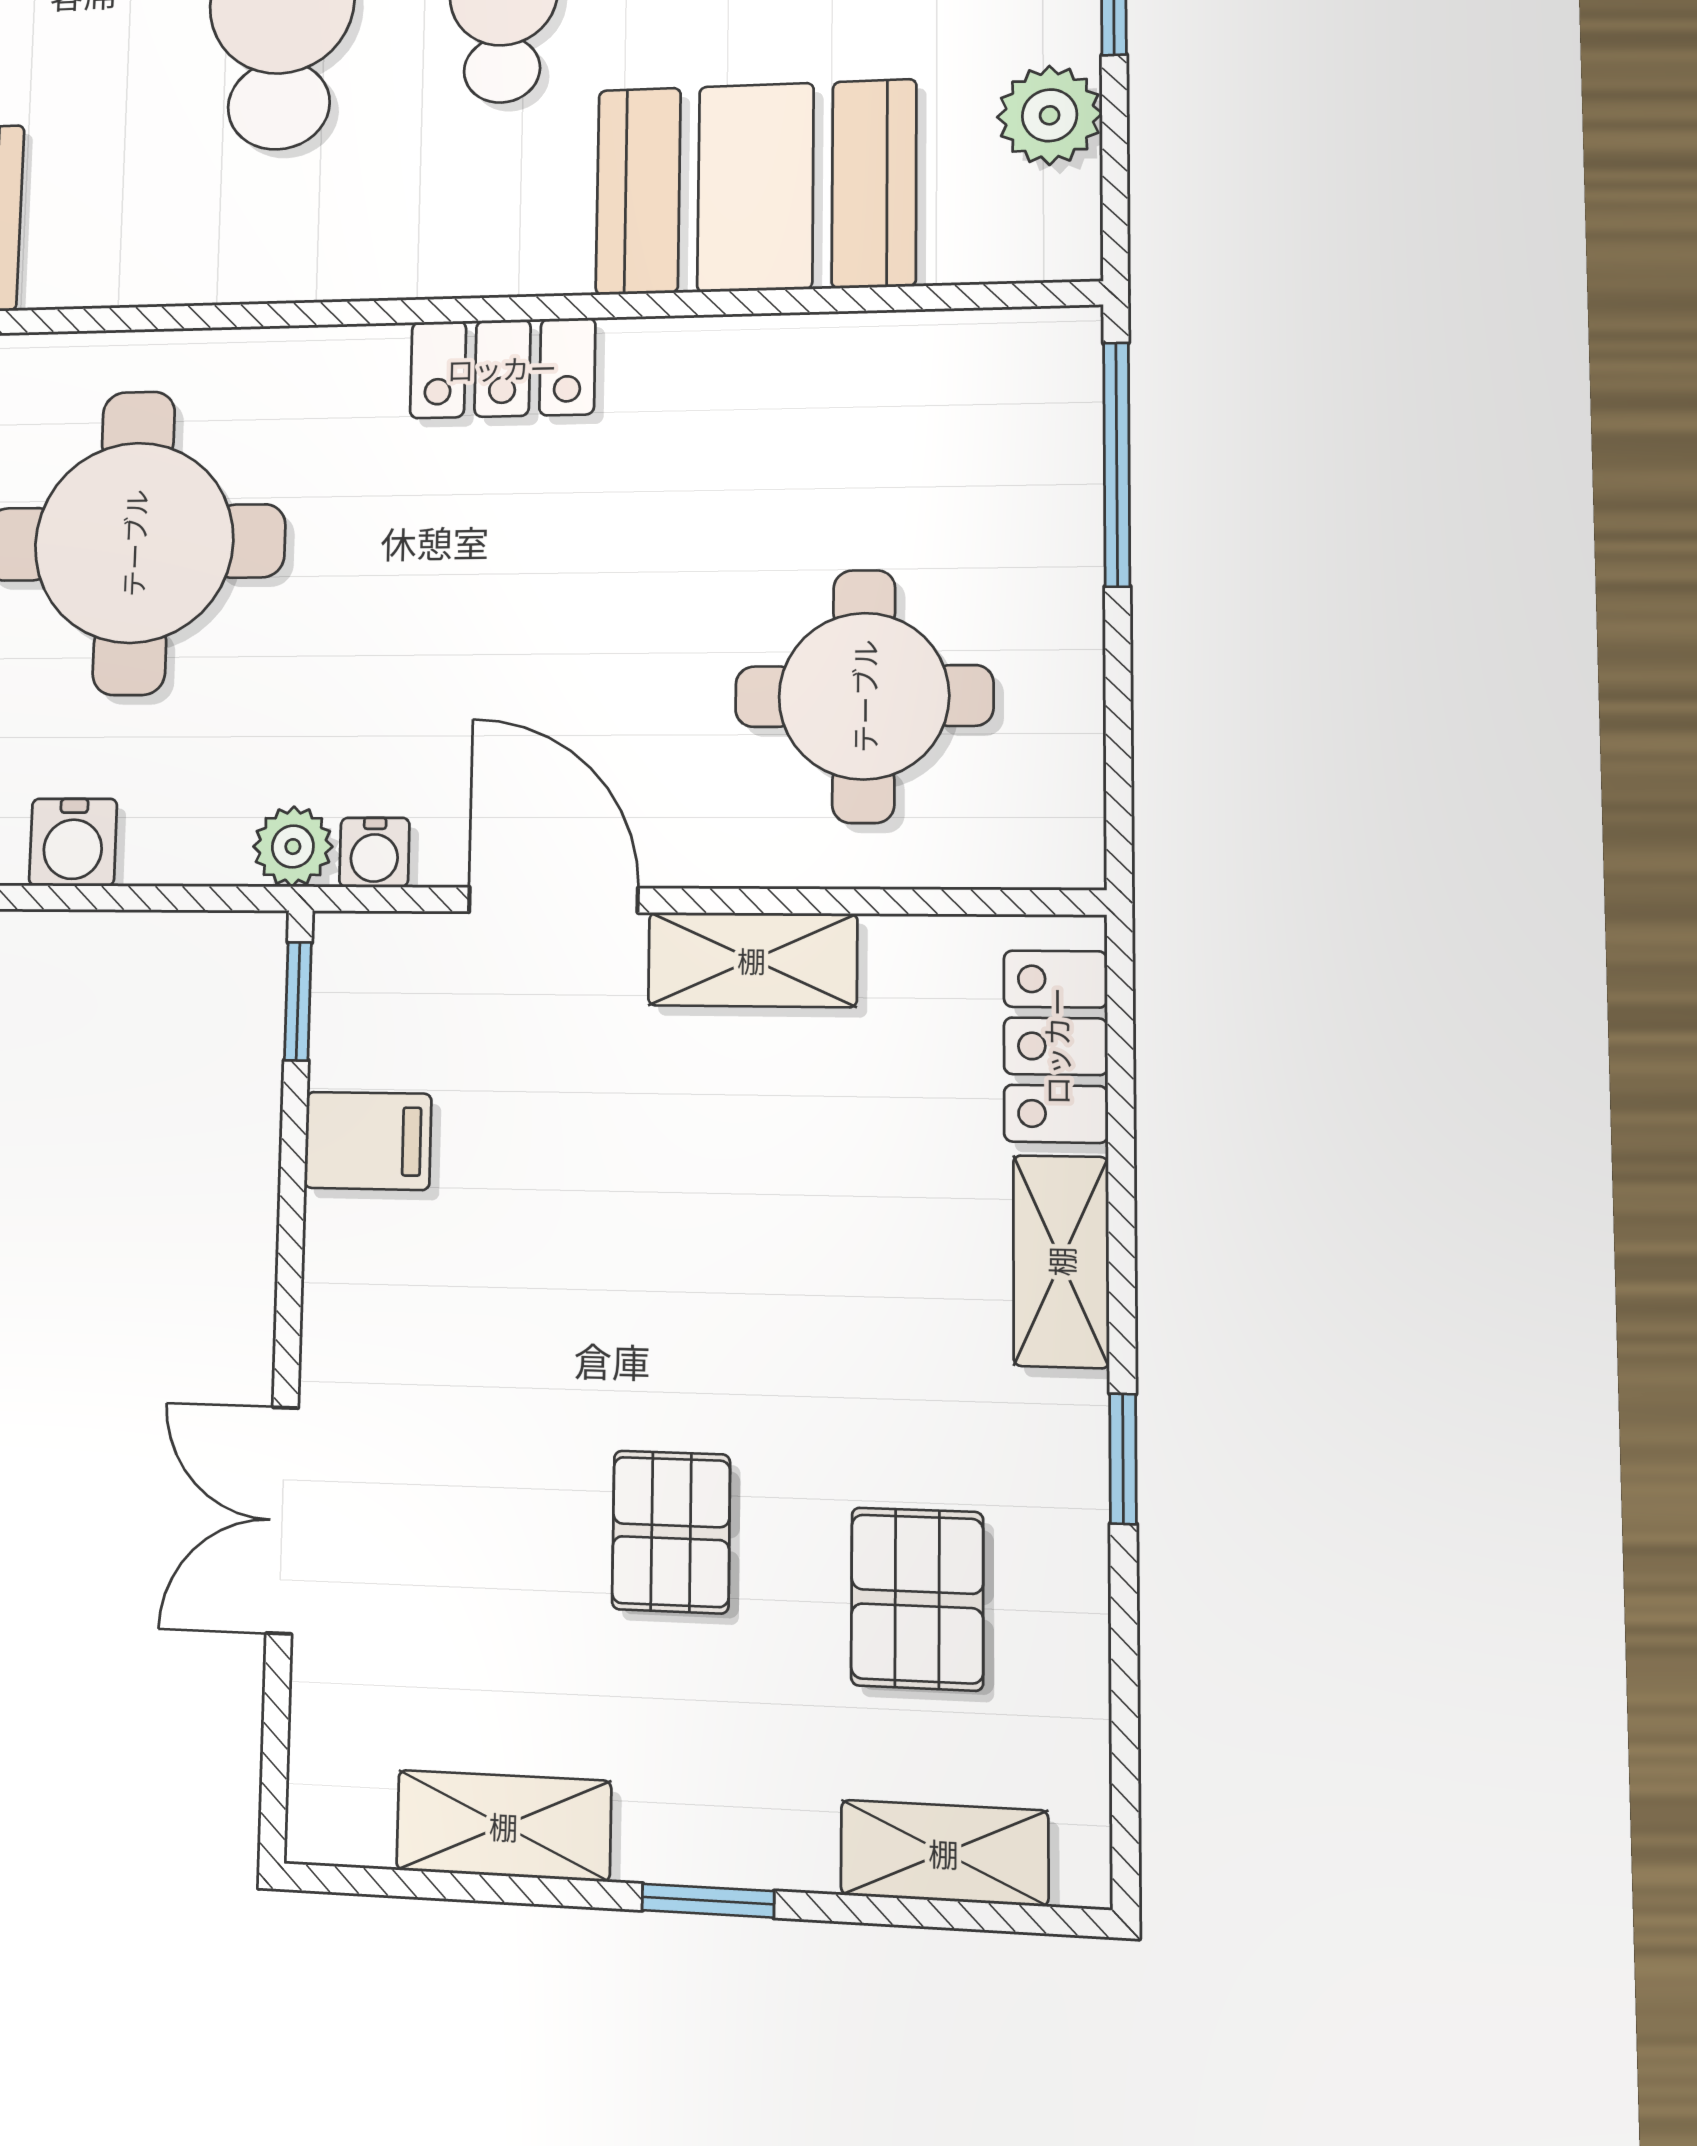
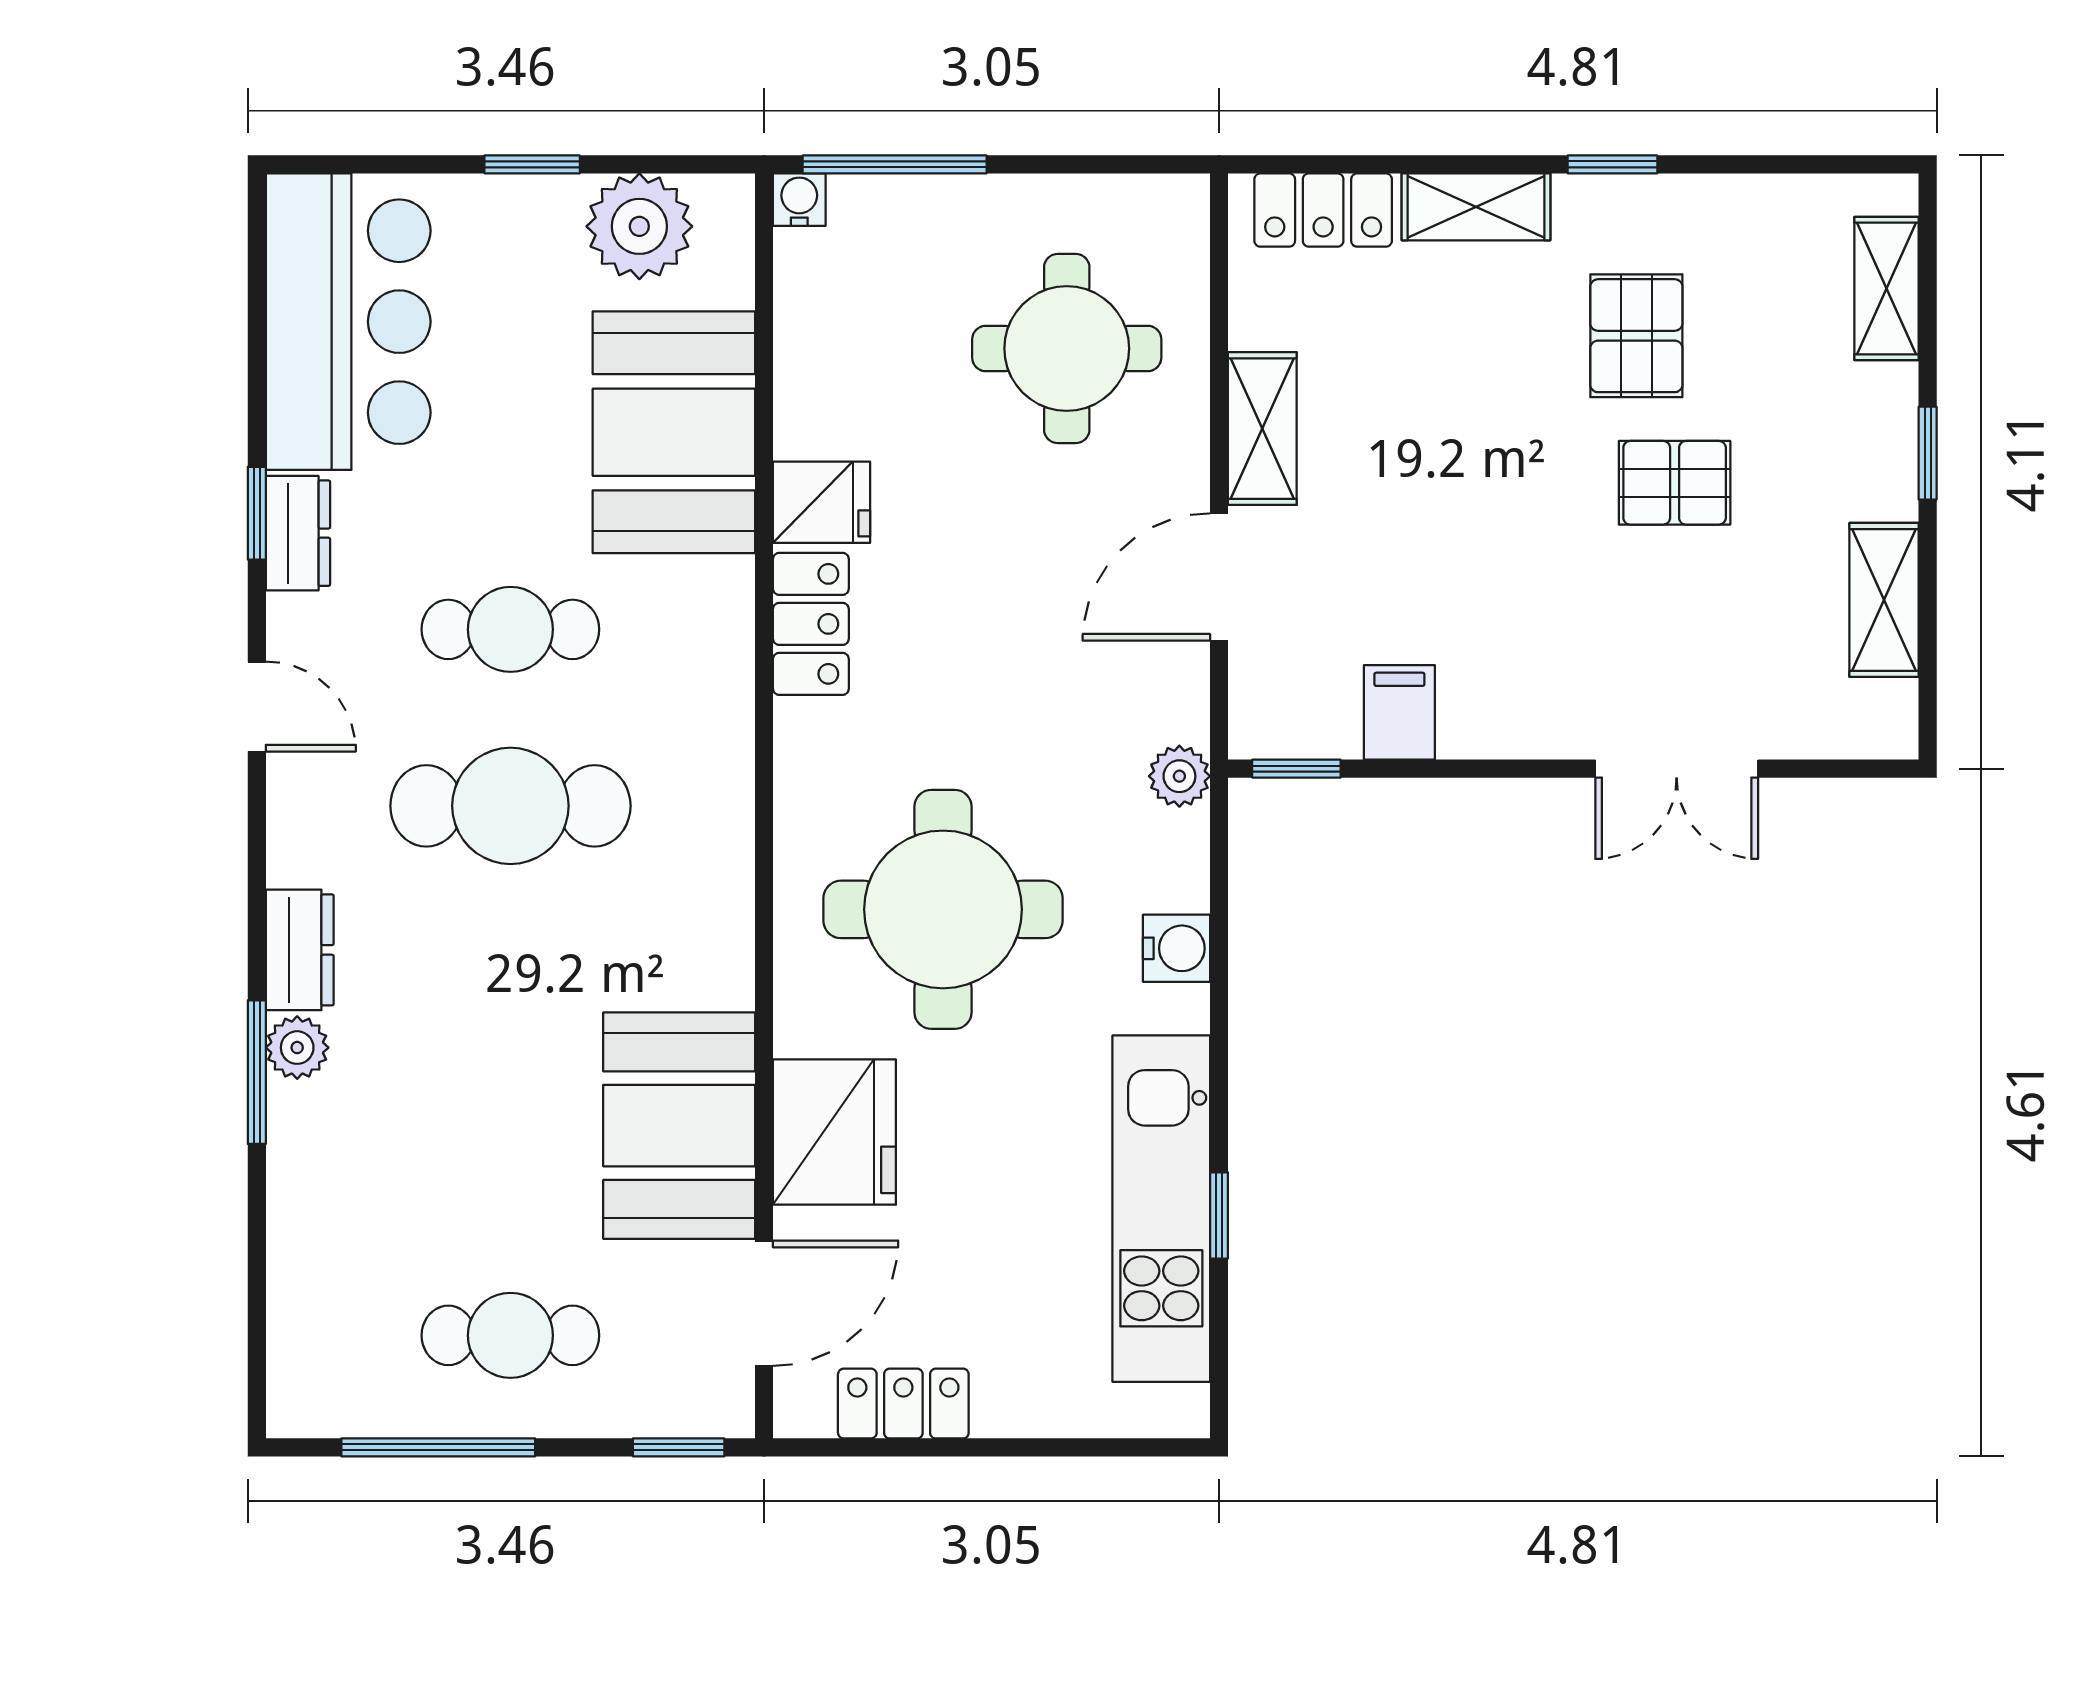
plant: (1050, 115) -> (639, 226), width x1.36, depth x1.36
fridge: (661, 378) -> (821, 502), added
water cooler: (374, 852) -> (799, 200), moved, turned -90
pallet: (917, 1599) -> (1636, 336), moved, turned 90

